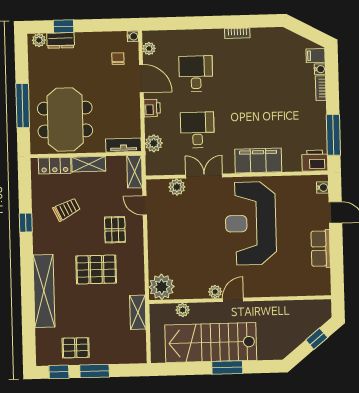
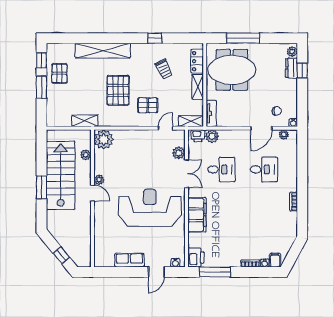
printer: (152, 108) -> (198, 136), moved

